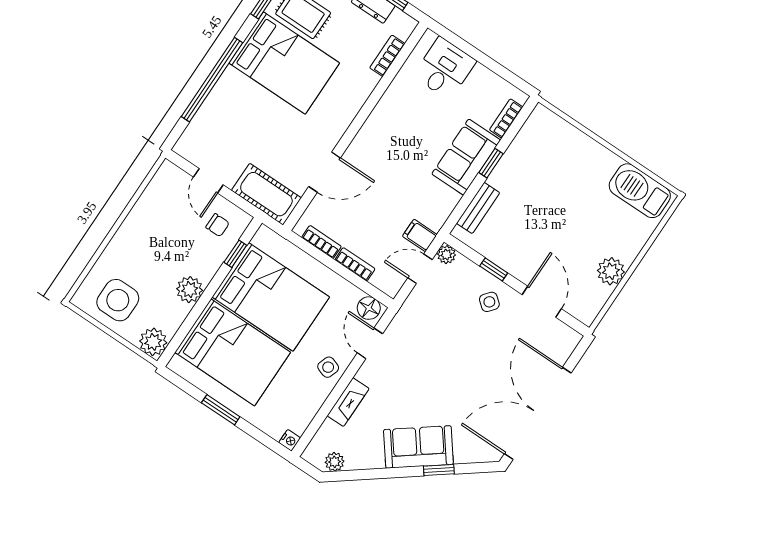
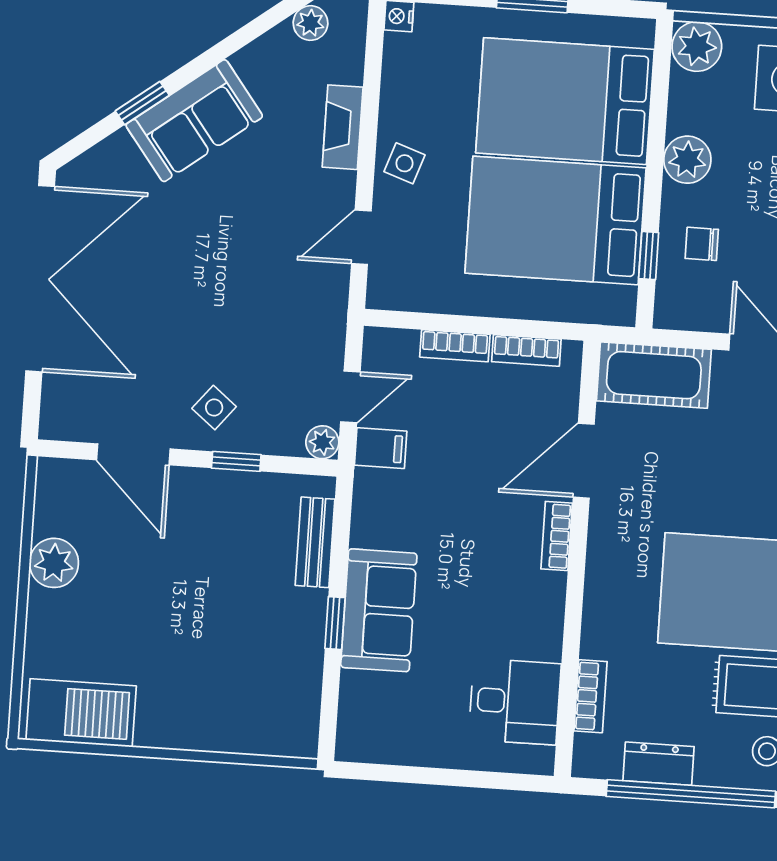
desk: (445, 68) -> (515, 702), moved, turned -90
bookcase: (506, 118) -> (557, 536), moved, turned 180
chair: (218, 225) -> (702, 244), moved
floor lamp: (369, 308) -> (395, 291), removed
door: (370, 343) -> (361, 237), swing flipped

